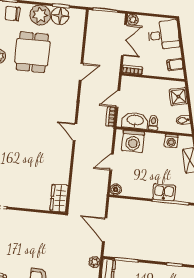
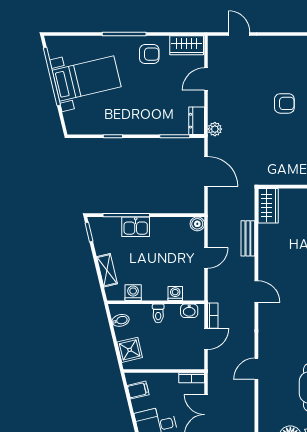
washbasin: (135, 121) -> (189, 311), width x0.52, depth x0.69
washing machine: (133, 141) -> (175, 294), width x0.53, depth x0.53
bench: (77, 174) -> (248, 238), added

